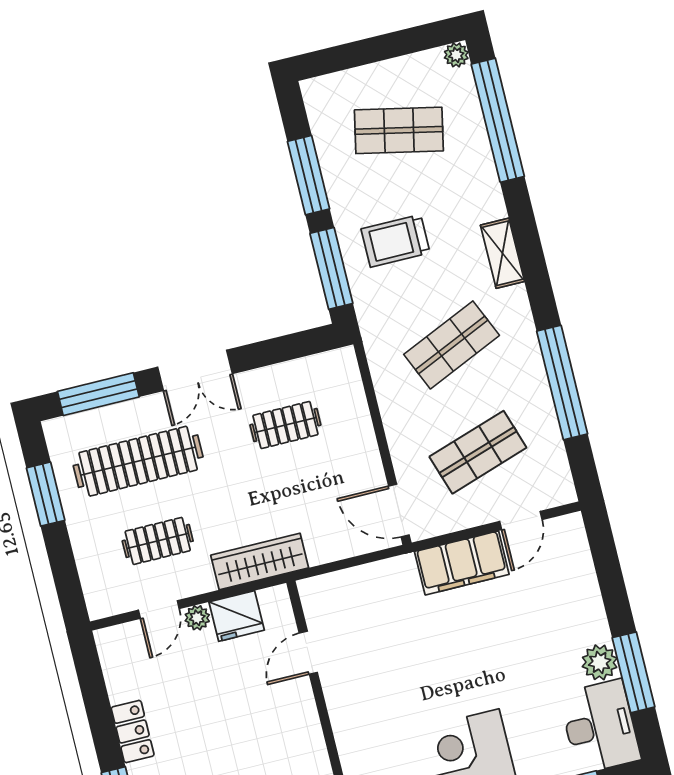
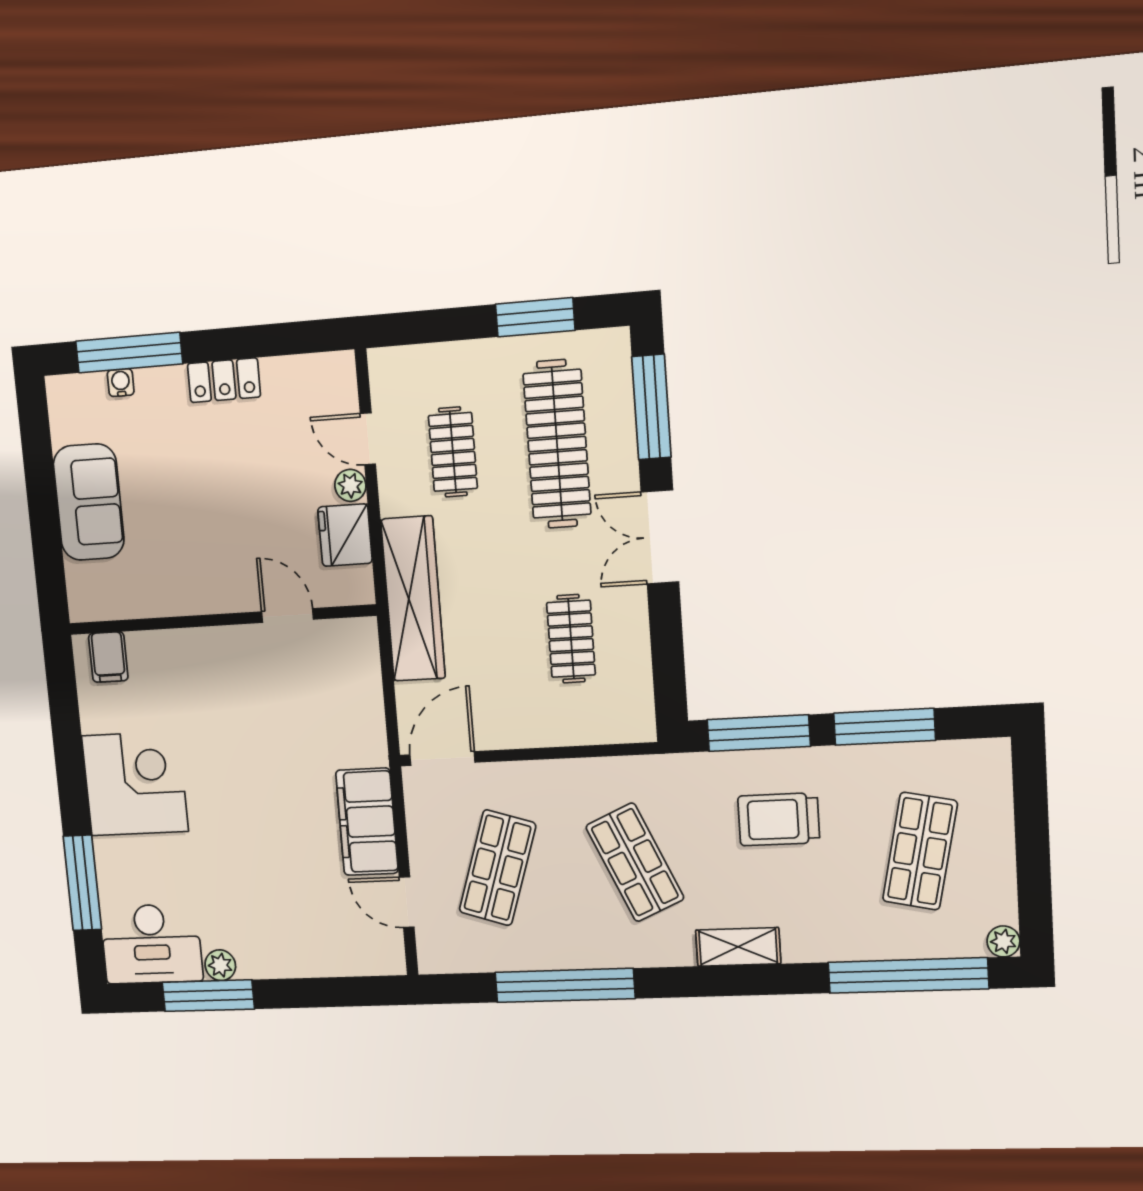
trolley: (395, 241) -> (779, 819), turned -90
shop shelf: (478, 452) -> (497, 868), turned 36
wardrobe: (260, 561) -> (413, 599), width x1.40, depth x1.17
plant: (600, 662) -> (220, 965), width x0.73, depth x0.73

